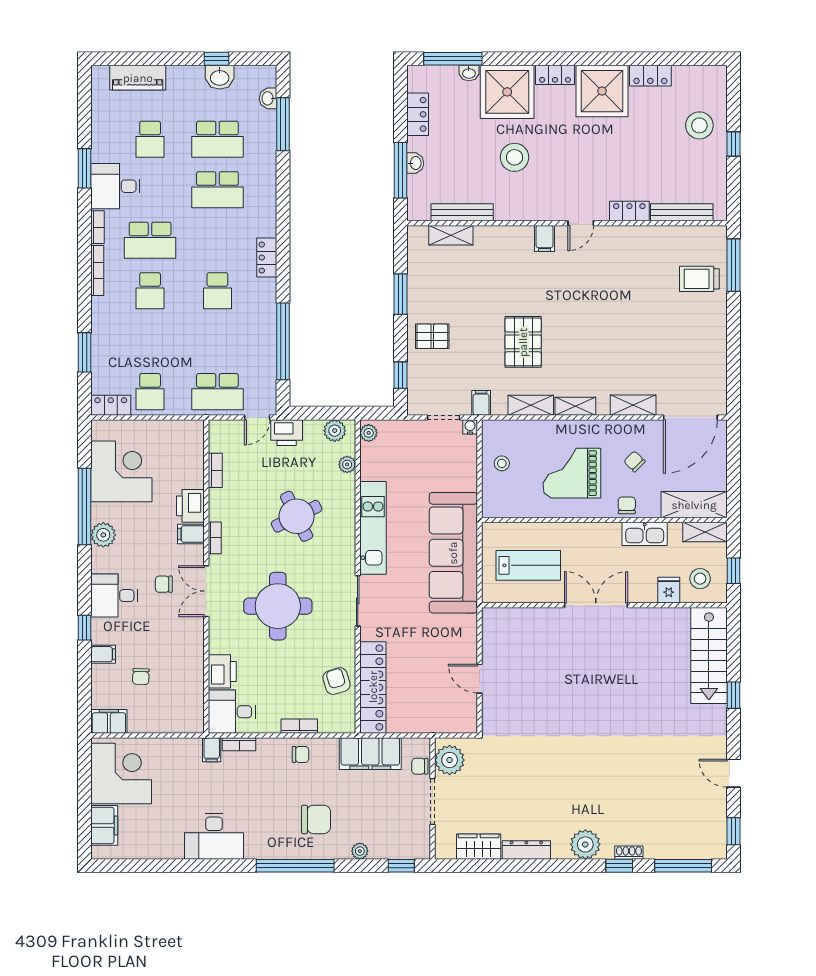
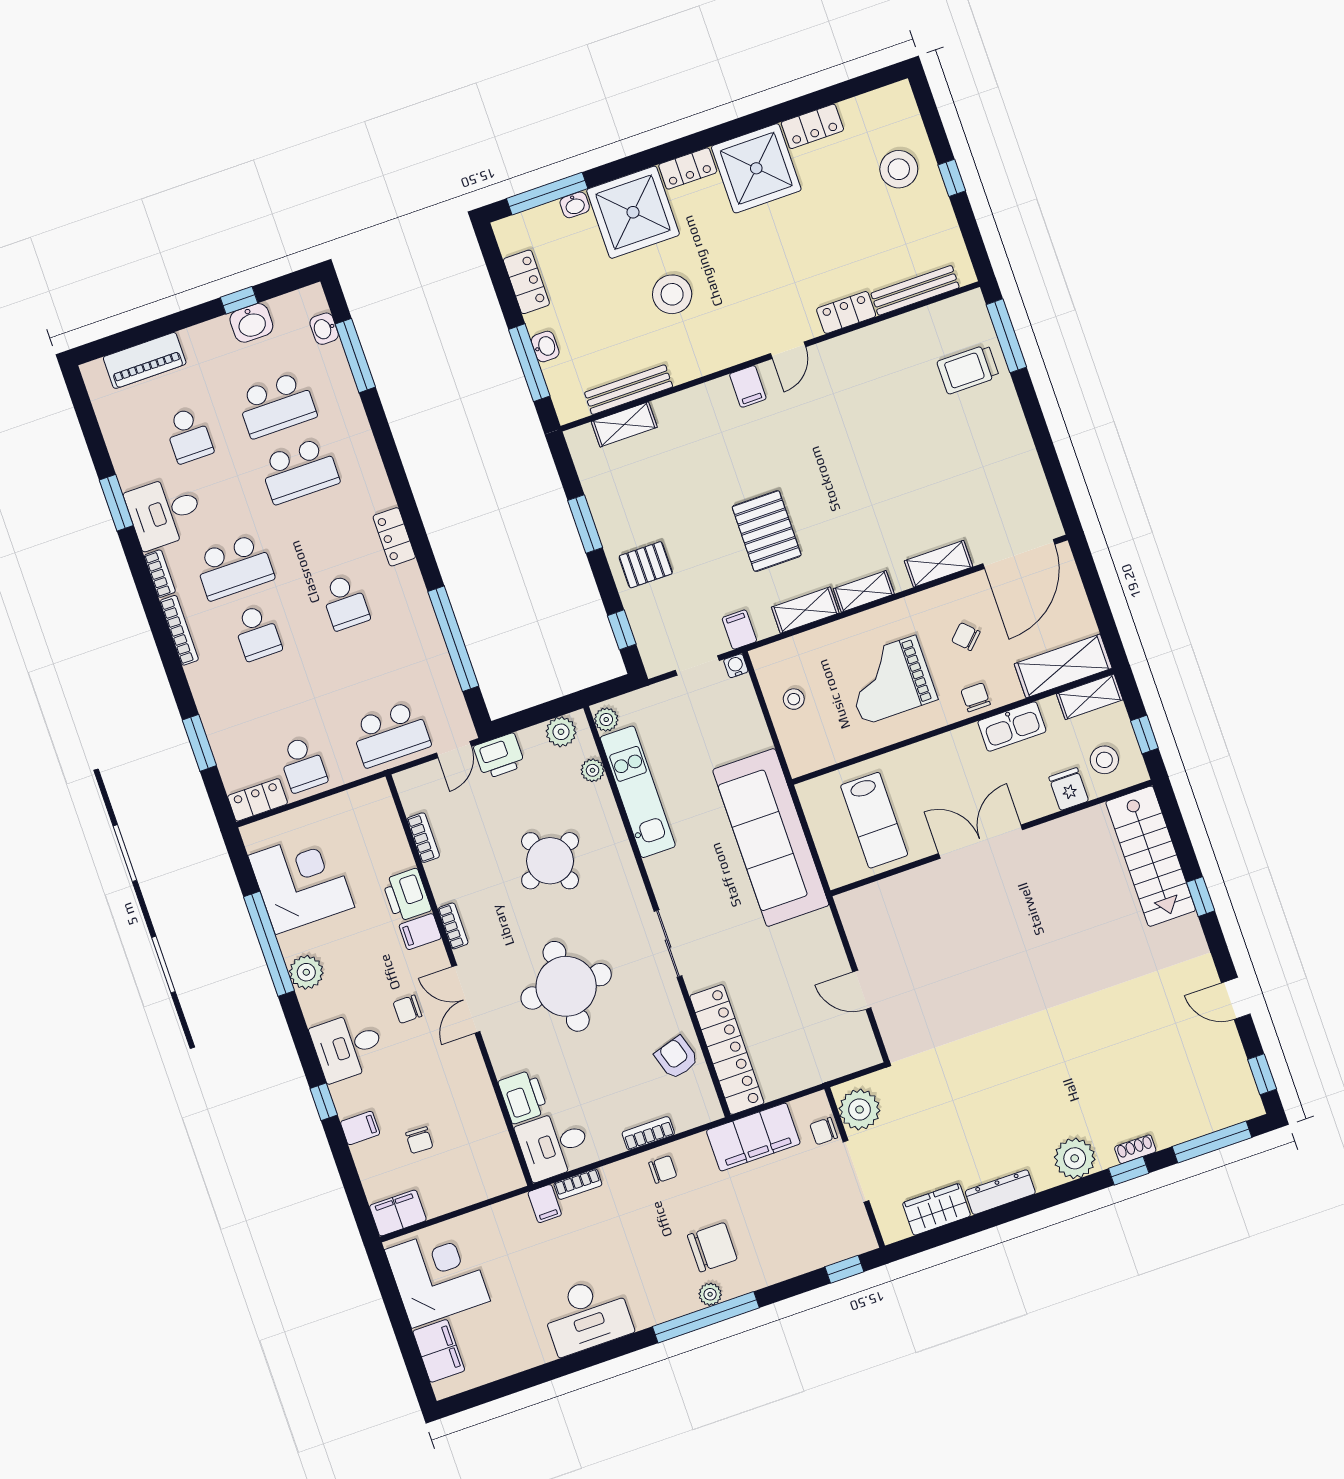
kitchen unit: (373, 528) -> (638, 792), moved
lab bench: (528, 565) -> (874, 820), turned 90
plant: (360, 851) -> (710, 1294), moved

